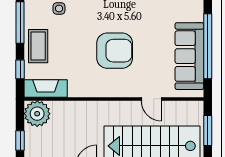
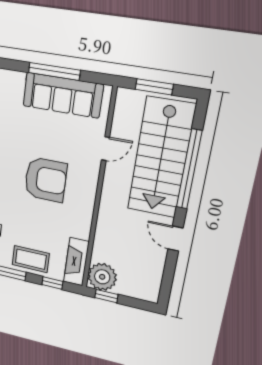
window: (208, 46) -> (54, 71), width x0.68
armchair: (115, 51) -> (46, 180), turned 90
window: (20, 140) -> (106, 296), moved

